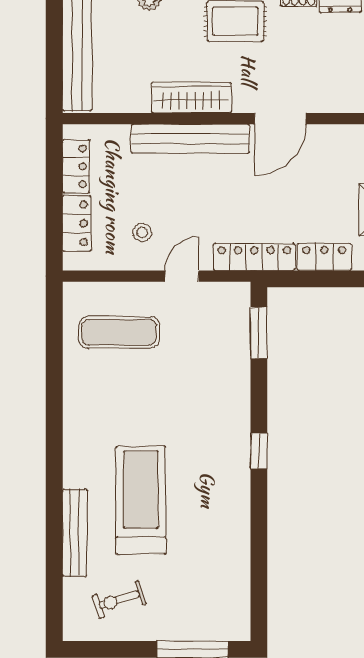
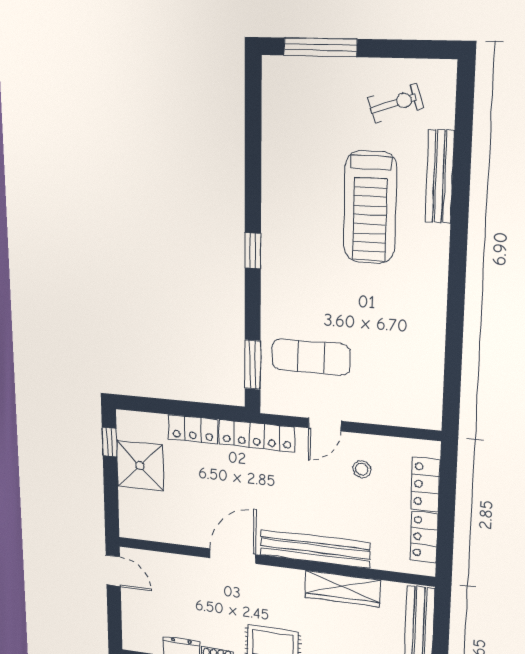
wardrobe: (191, 98) -> (342, 589), moved
exercise mat: (119, 332) -> (311, 357), moved

